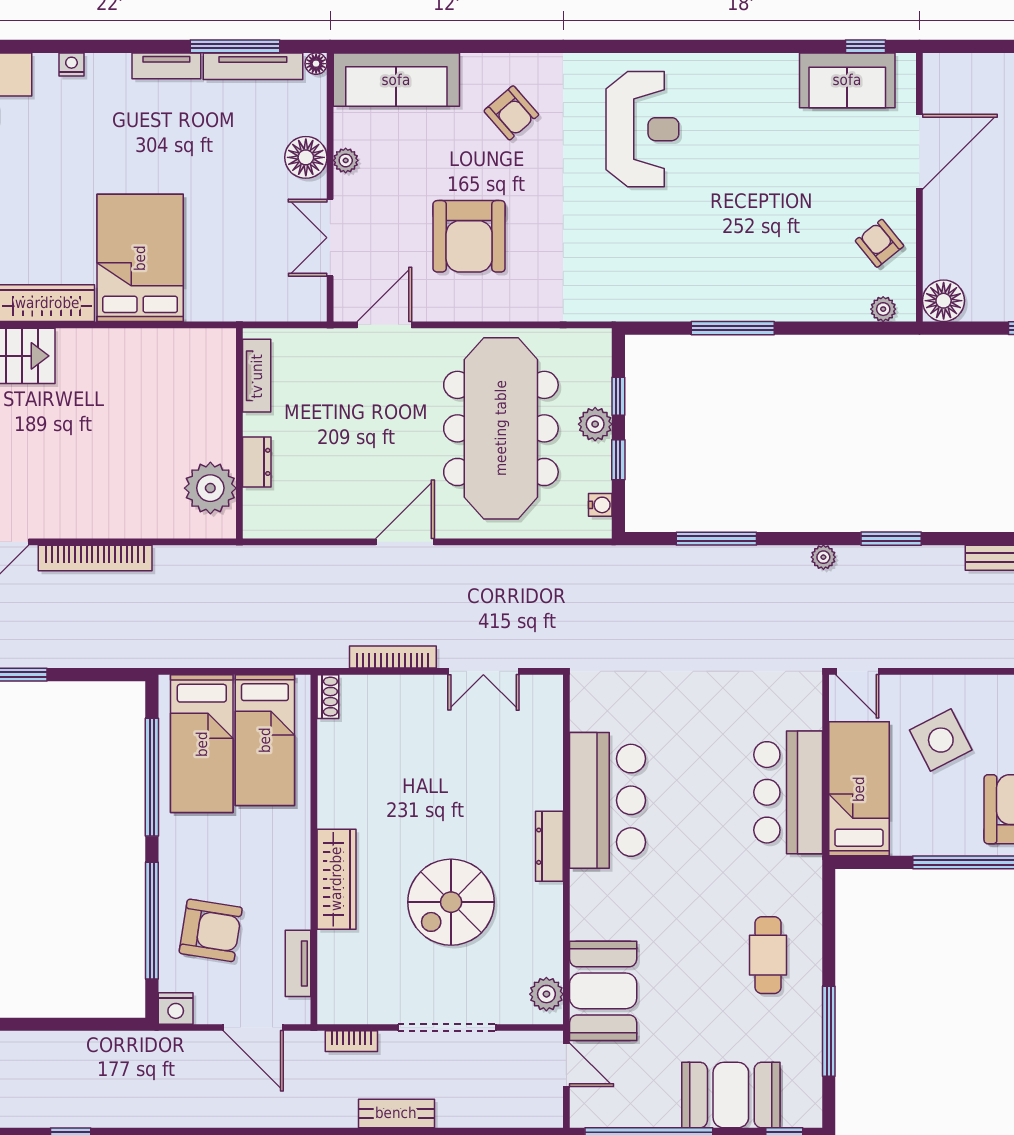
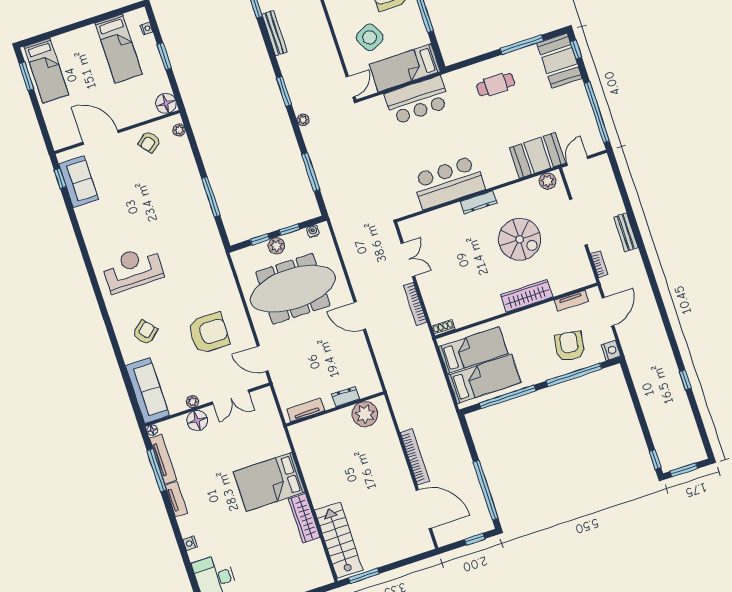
booth: (731, 1095) -> (560, 61), moved

